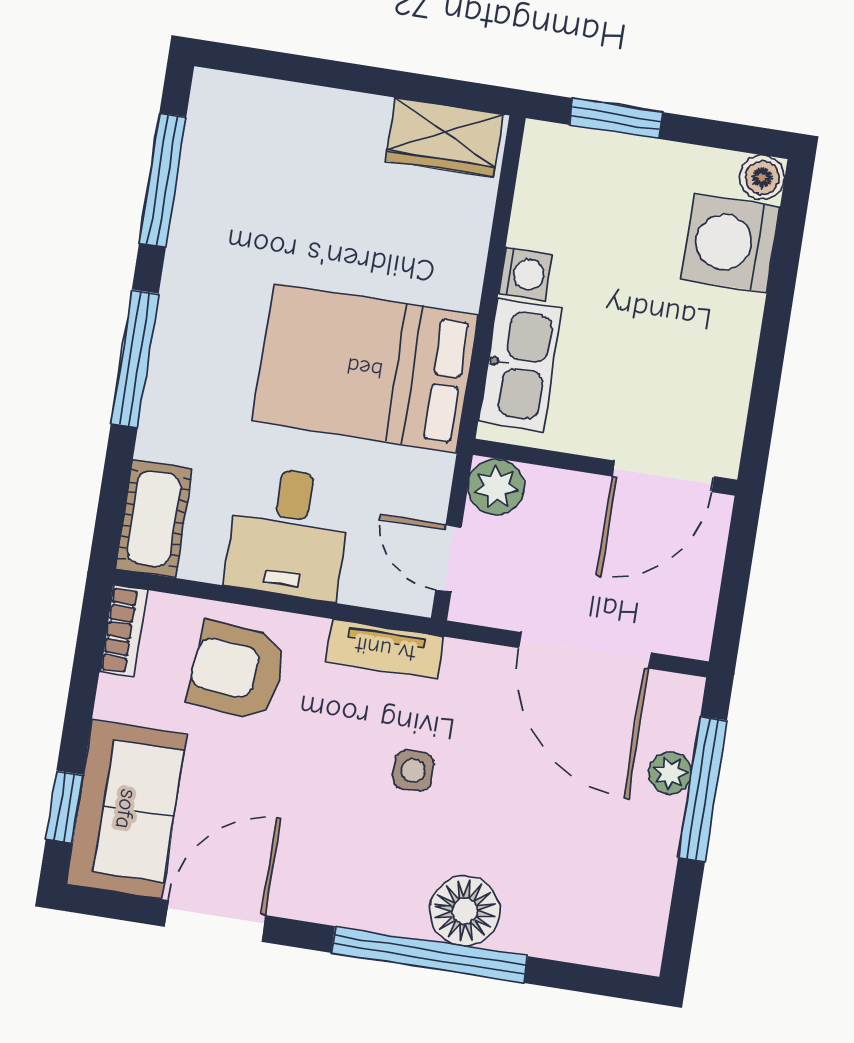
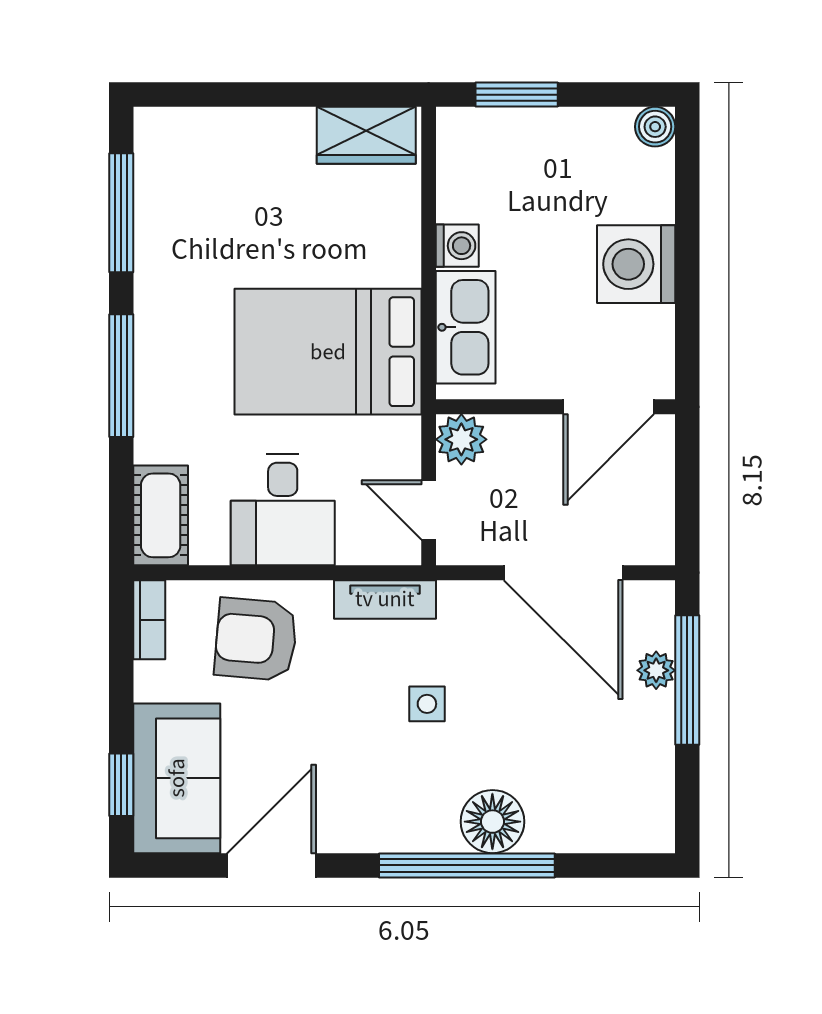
washing machine: (731, 243) -> (636, 264), moved

